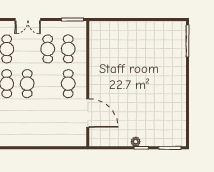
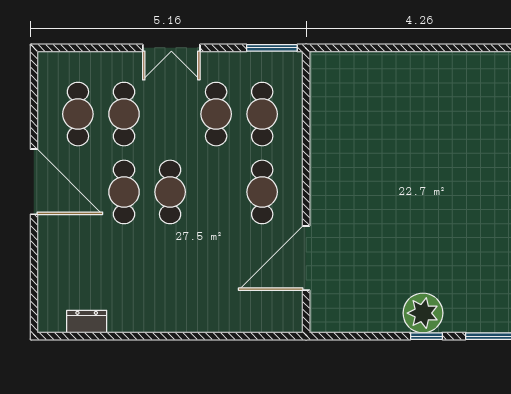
door: (88, 113) -> (306, 258), swing flipped
plant: (136, 142) -> (423, 313), width x1.87, depth x1.87

